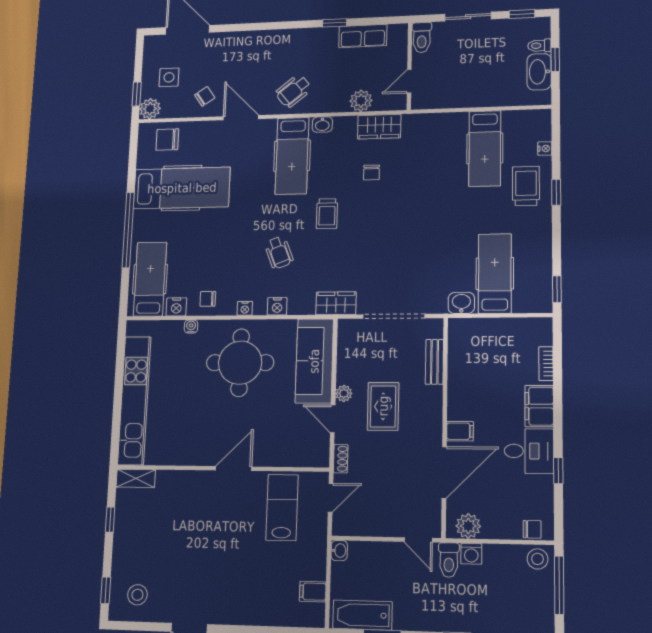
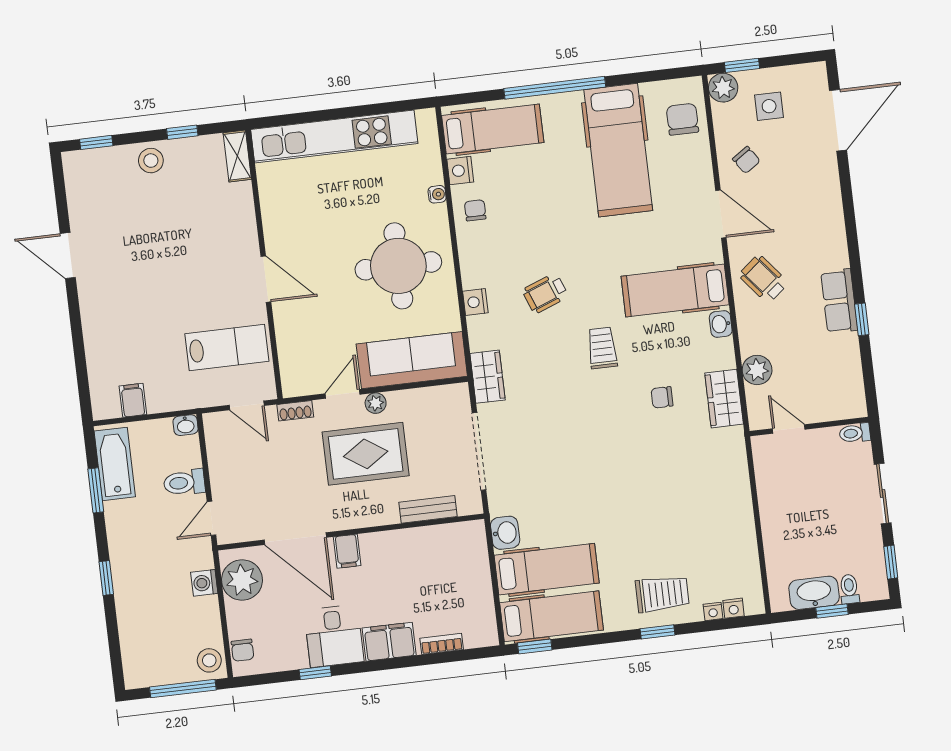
row of seats: (363, 36) -> (839, 301), moved
toilet: (422, 38) -> (855, 433), width x0.73, depth x0.72
door: (241, 118) -> (721, 214), hinge flipped
hospital bed: (485, 148) -> (551, 616), moved, turned 180
trolley: (327, 214) -> (602, 348), turned 90
nightstand: (245, 308) -> (733, 608), moved, turned -90
rug: (383, 406) -> (366, 454), width x1.36, depth x1.43
plant: (468, 526) -> (242, 580), width x1.36, depth x1.36
toilet: (449, 560) -> (184, 483), moved
stool: (137, 595) -> (151, 161), moved

